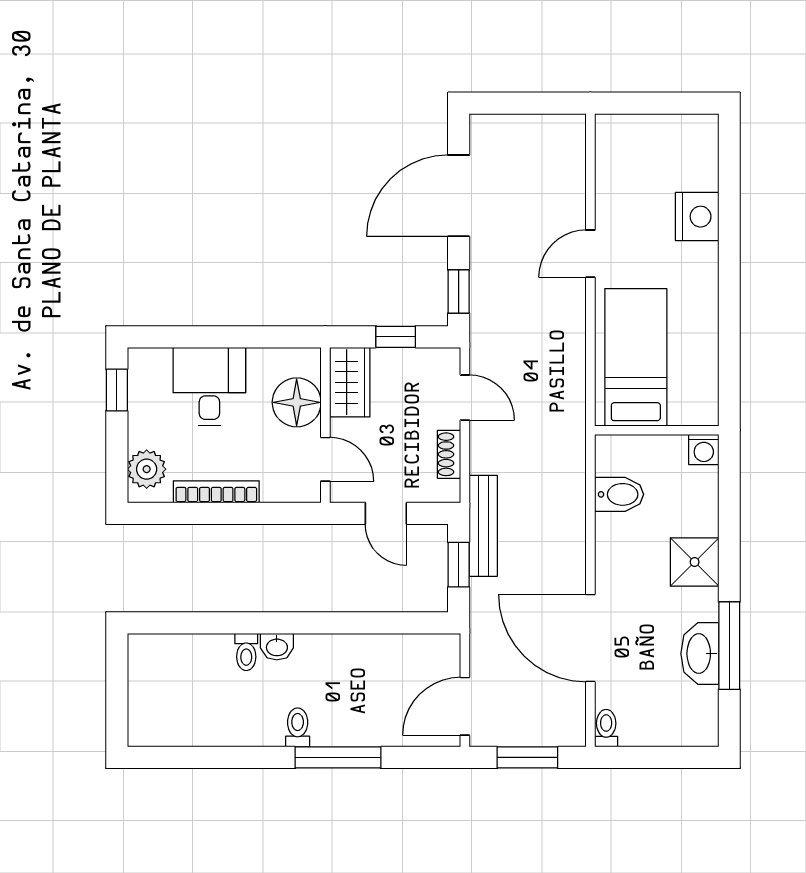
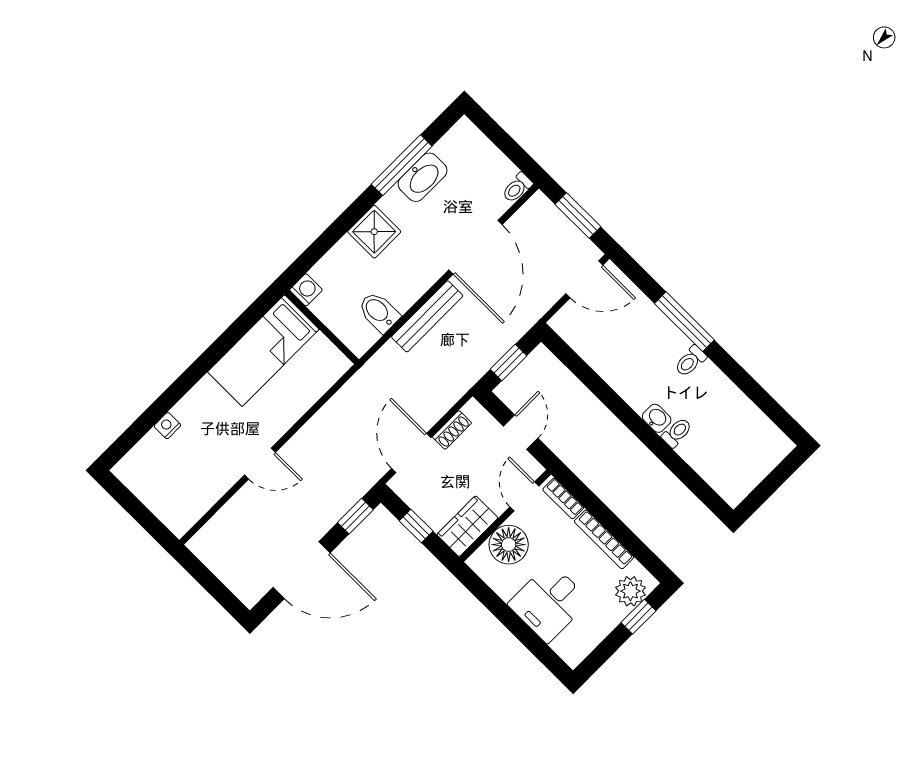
nightstand: (697, 217) -> (167, 426), width x0.53, depth x0.56
bed: (636, 357) -> (263, 351), moved
window: (117, 390) -> (639, 617), moved
door: (465, 398) -> (411, 453), width x1.38
bookcase: (289, 492) -> (563, 499), added
bench: (483, 526) -> (427, 316), moved

